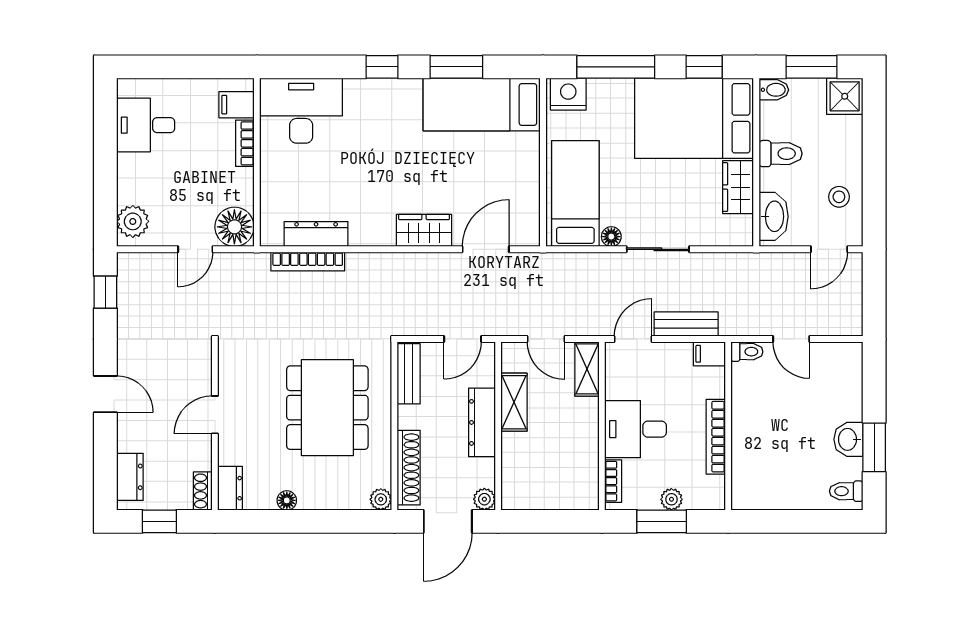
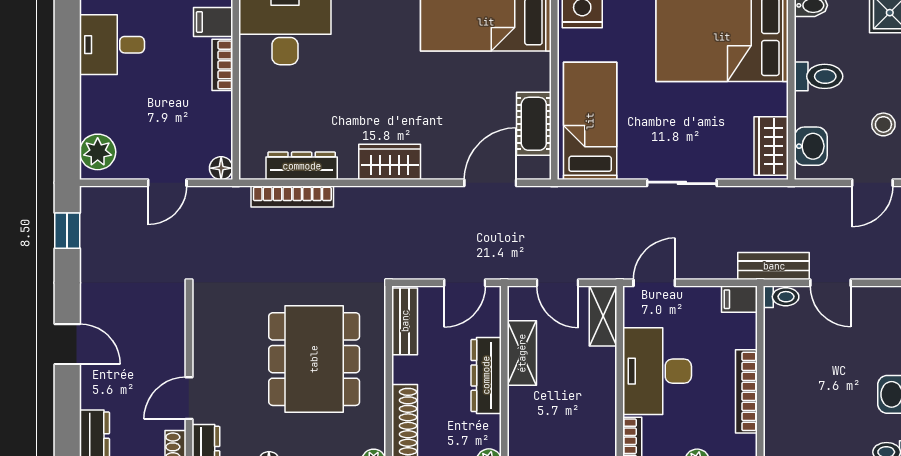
wardrobe: (738, 187) -> (771, 146), moved
cot: (525, 196) -> (534, 124), added
washbasin: (774, 216) -> (811, 146), width x0.72
floor lamp: (234, 227) -> (221, 168), width x0.53, depth x0.53
wardrobe: (424, 230) -> (390, 162), moved
floor lamp: (611, 237) -> (630, 169), removed
bench: (686, 324) -> (774, 266), moved
door: (215, 415) -> (189, 398), moved
desk: (636, 429) -> (657, 371), width x1.37

